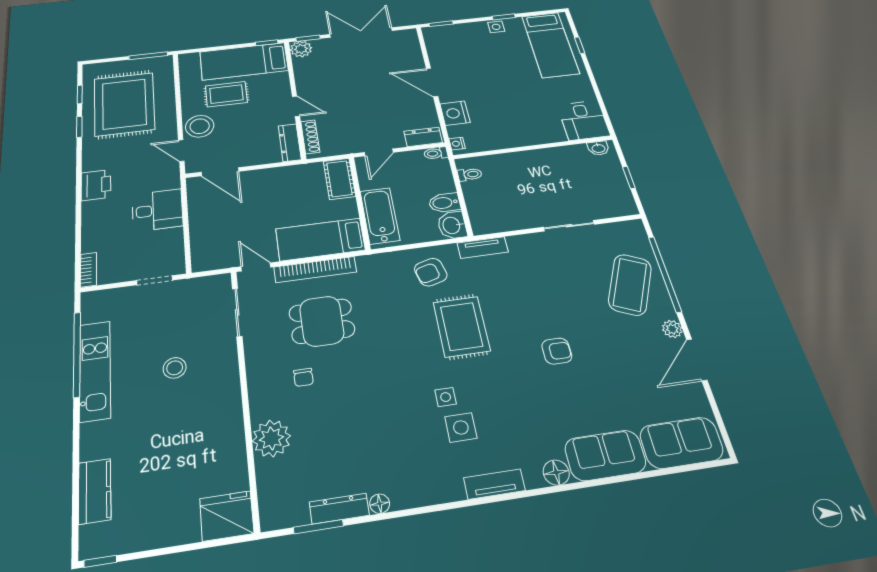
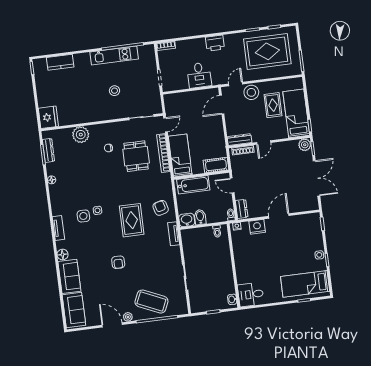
rug: (462, 326) -> (132, 220), turned 90
dresser: (339, 509) -> (48, 150), moved

